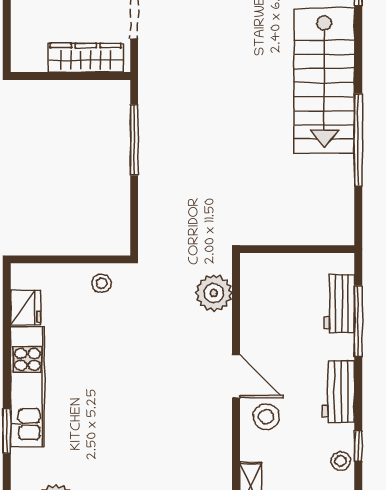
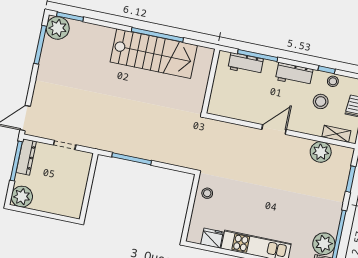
wardrobe: (86, 58) -> (80, 176), removed
stairs: (324, 81) -> (154, 54), moved
plant: (214, 293) -> (321, 152), moved
stool: (266, 417) -> (321, 101), moved

